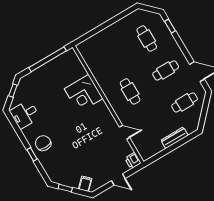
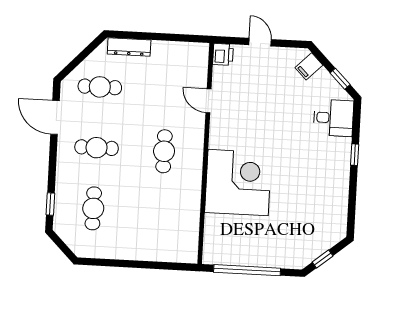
corner desk: (84, 94) -> (238, 183), width x1.36, depth x1.36
desk: (25, 114) -> (333, 118), moved
dresser: (175, 138) -> (129, 47), moved
chair: (43, 143) -> (329, 160), removed

